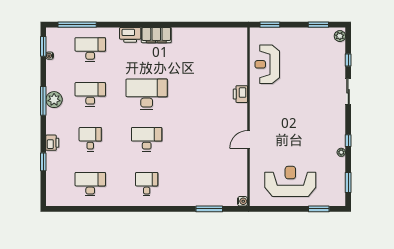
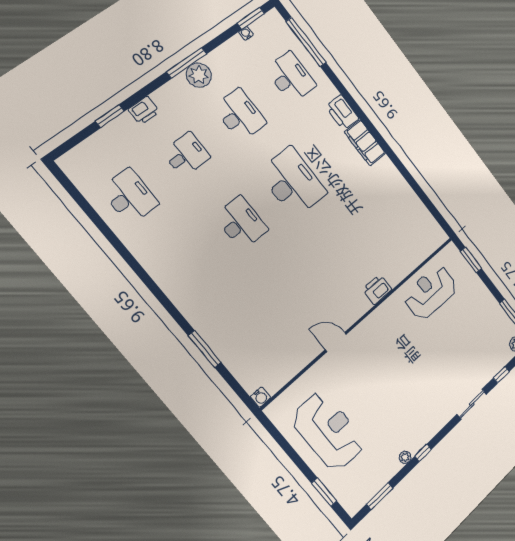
desk: (147, 184) -> (187, 266), removed
window: (209, 209) -> (205, 349), moved

